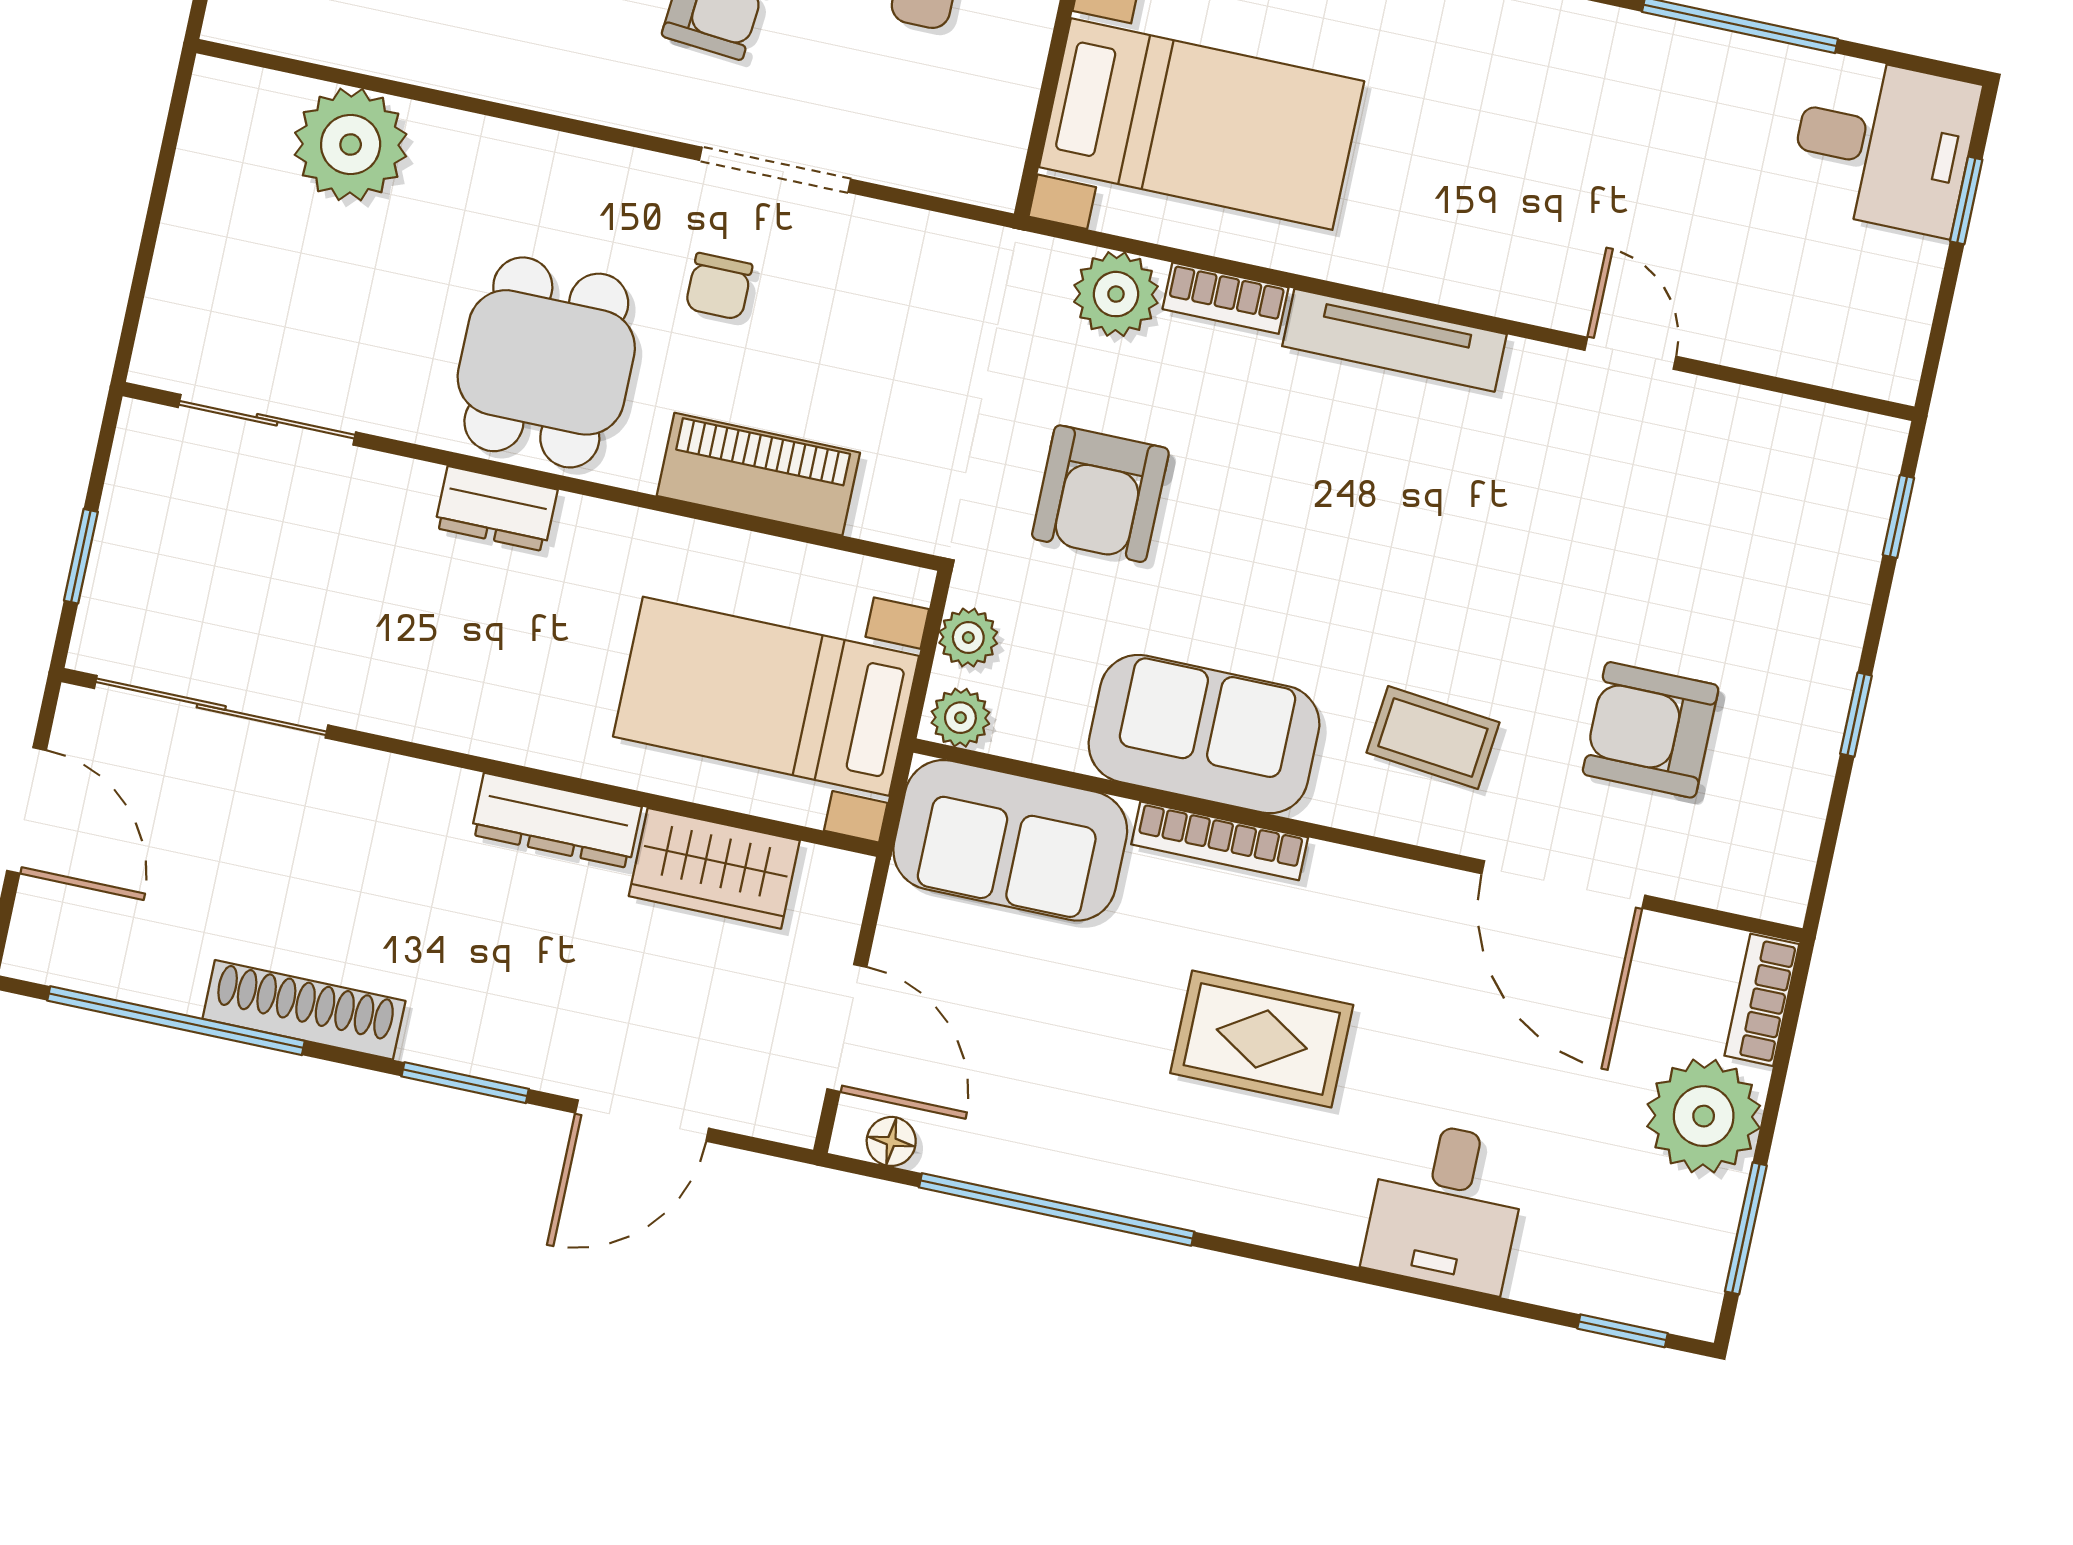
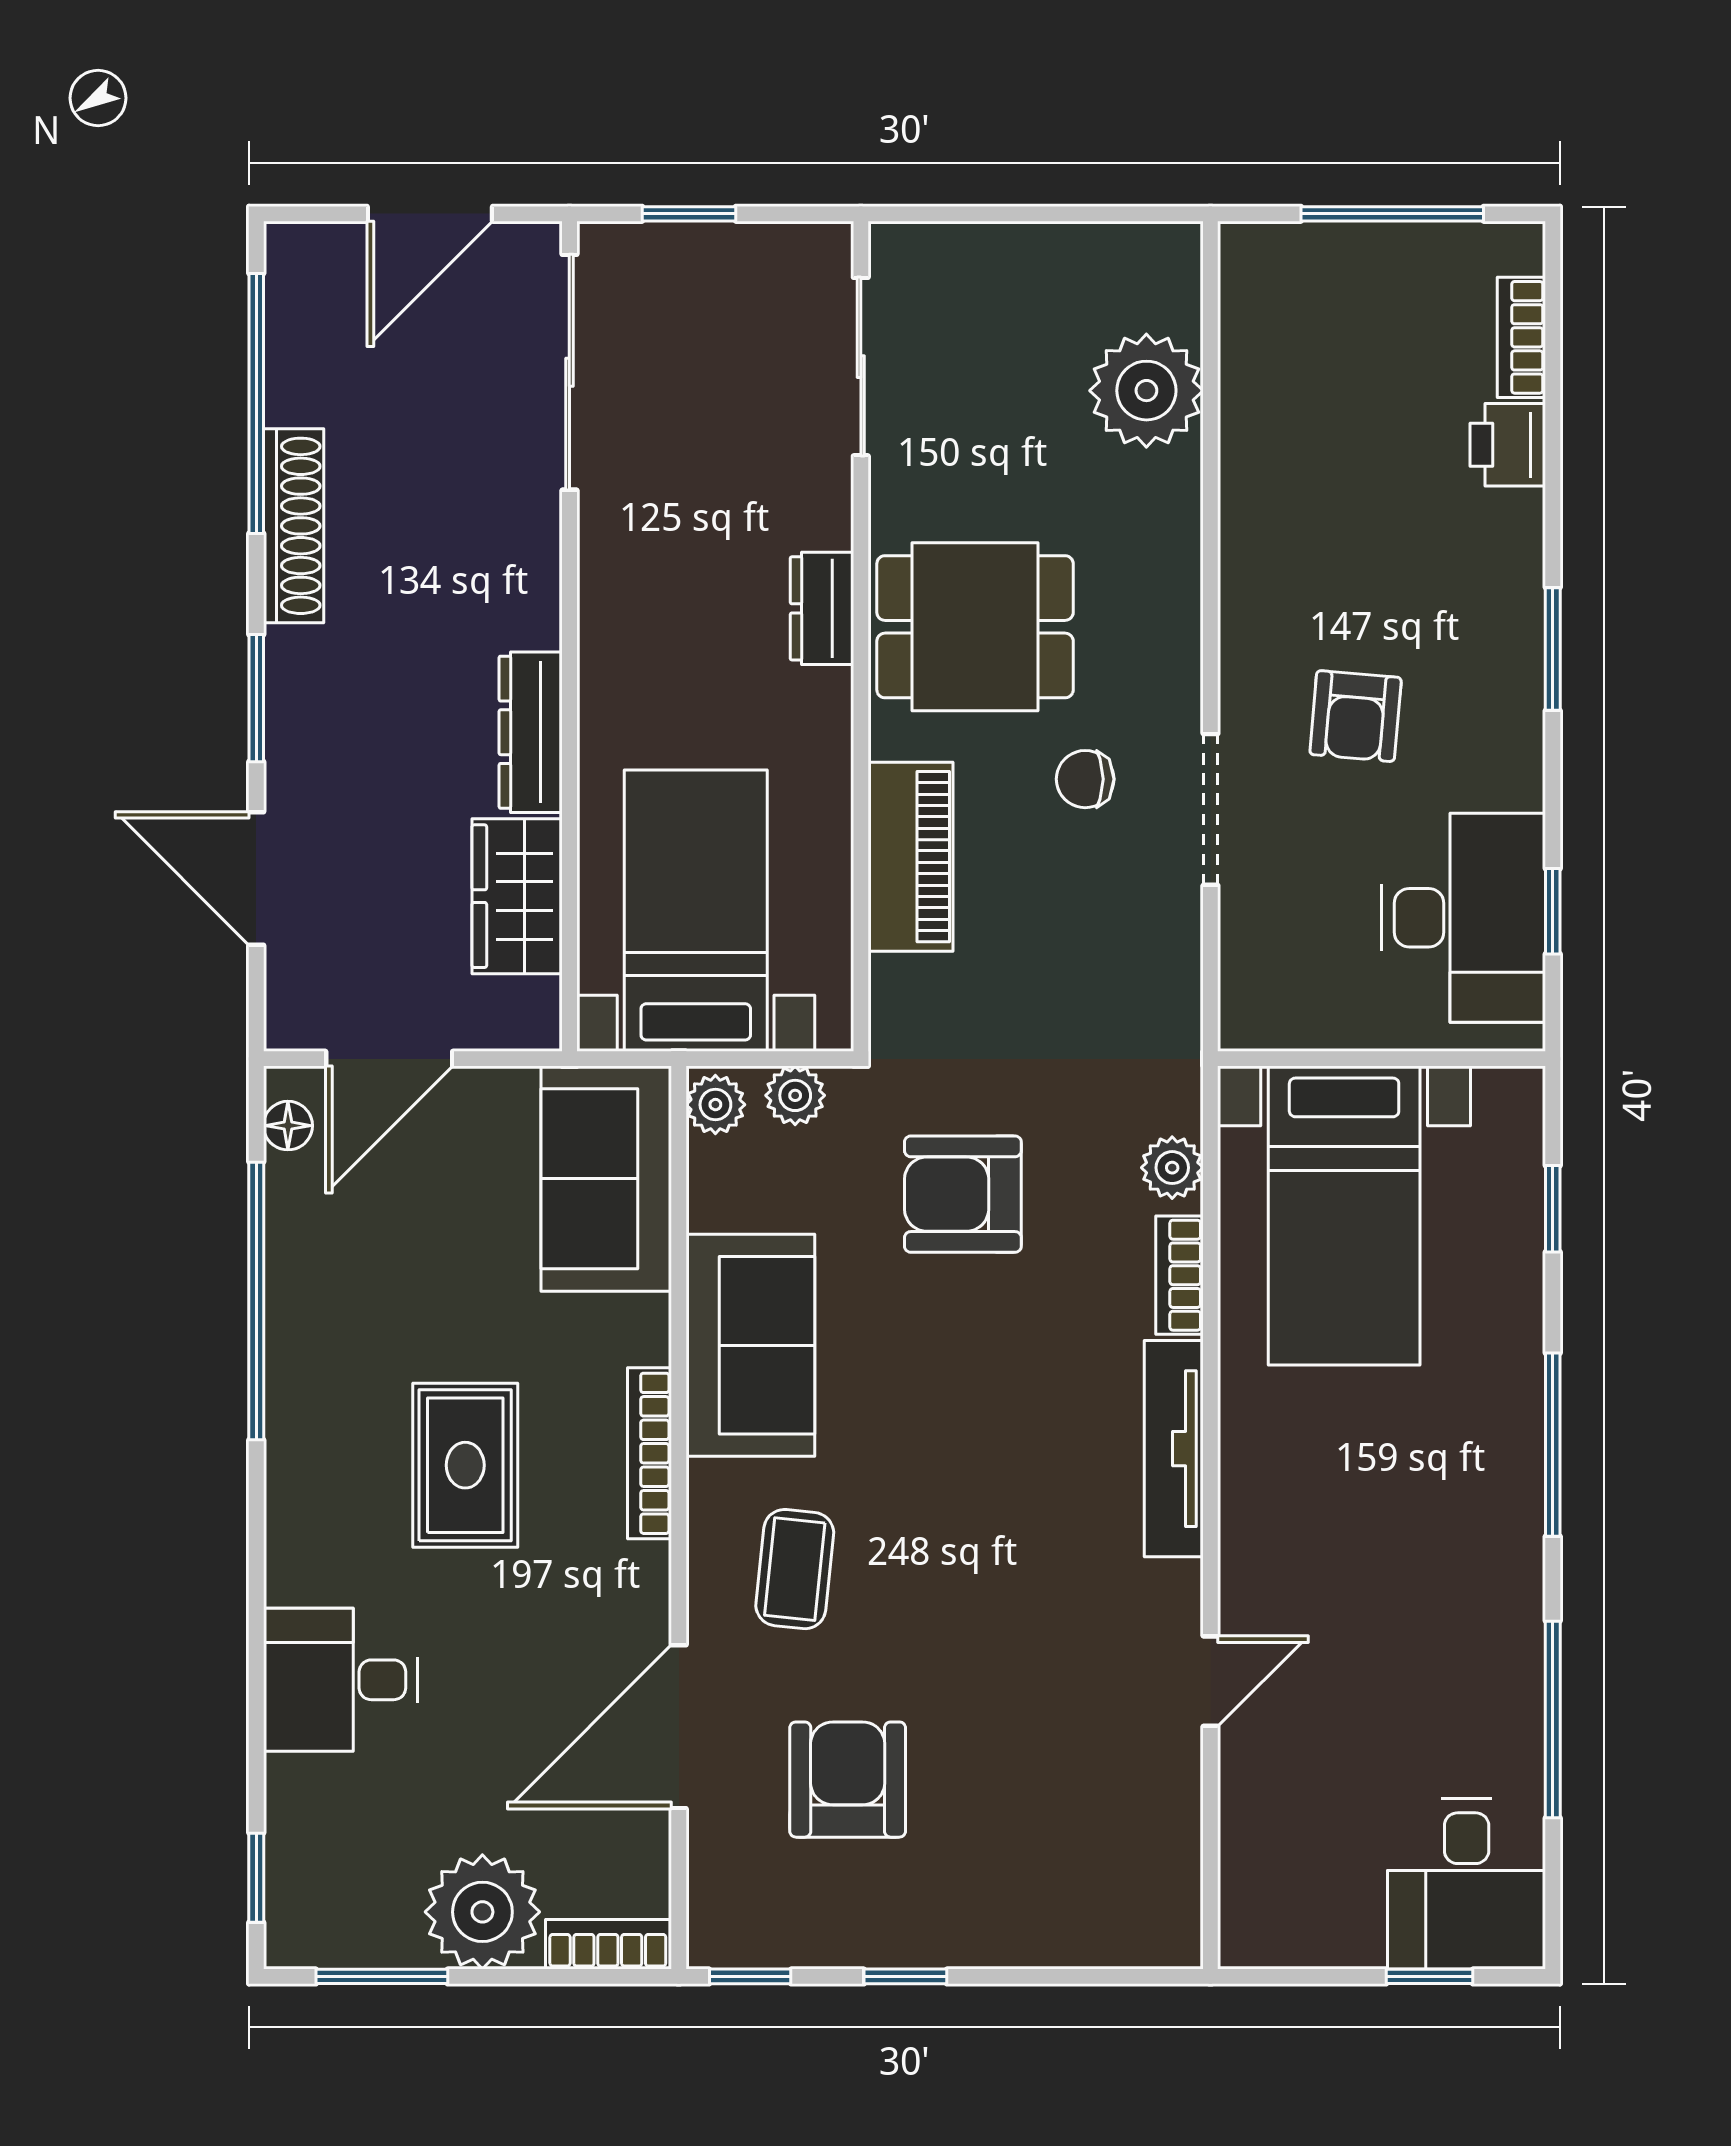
plant: (1116, 294) -> (1172, 1168), width x0.73, depth x0.73
window: (1898, 516) -> (750, 1976), moved
bookcase: (1220, 841) -> (650, 1453), moved

